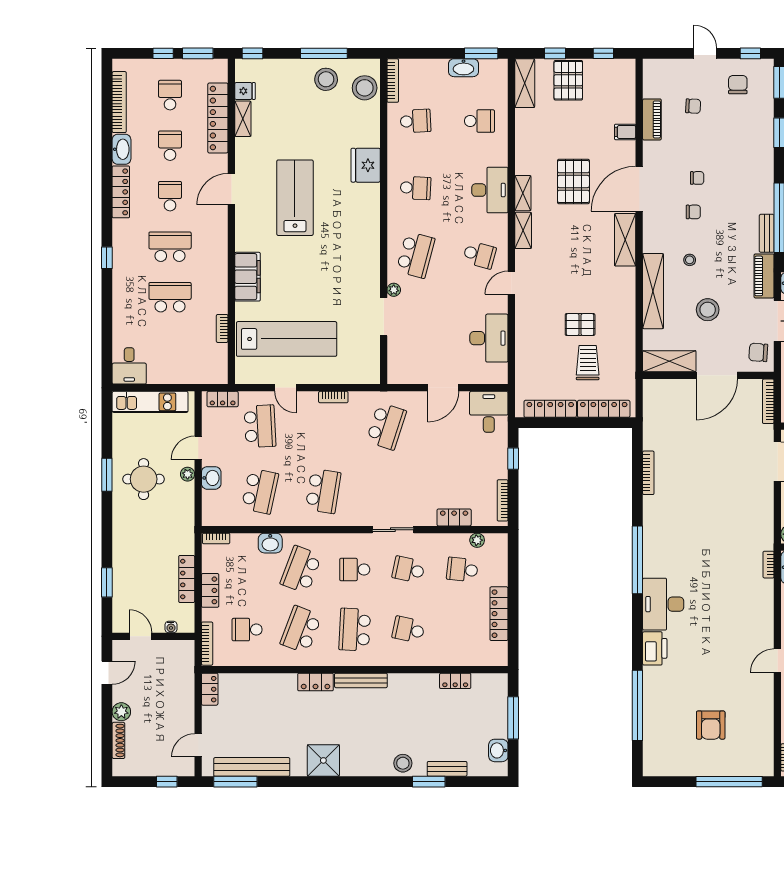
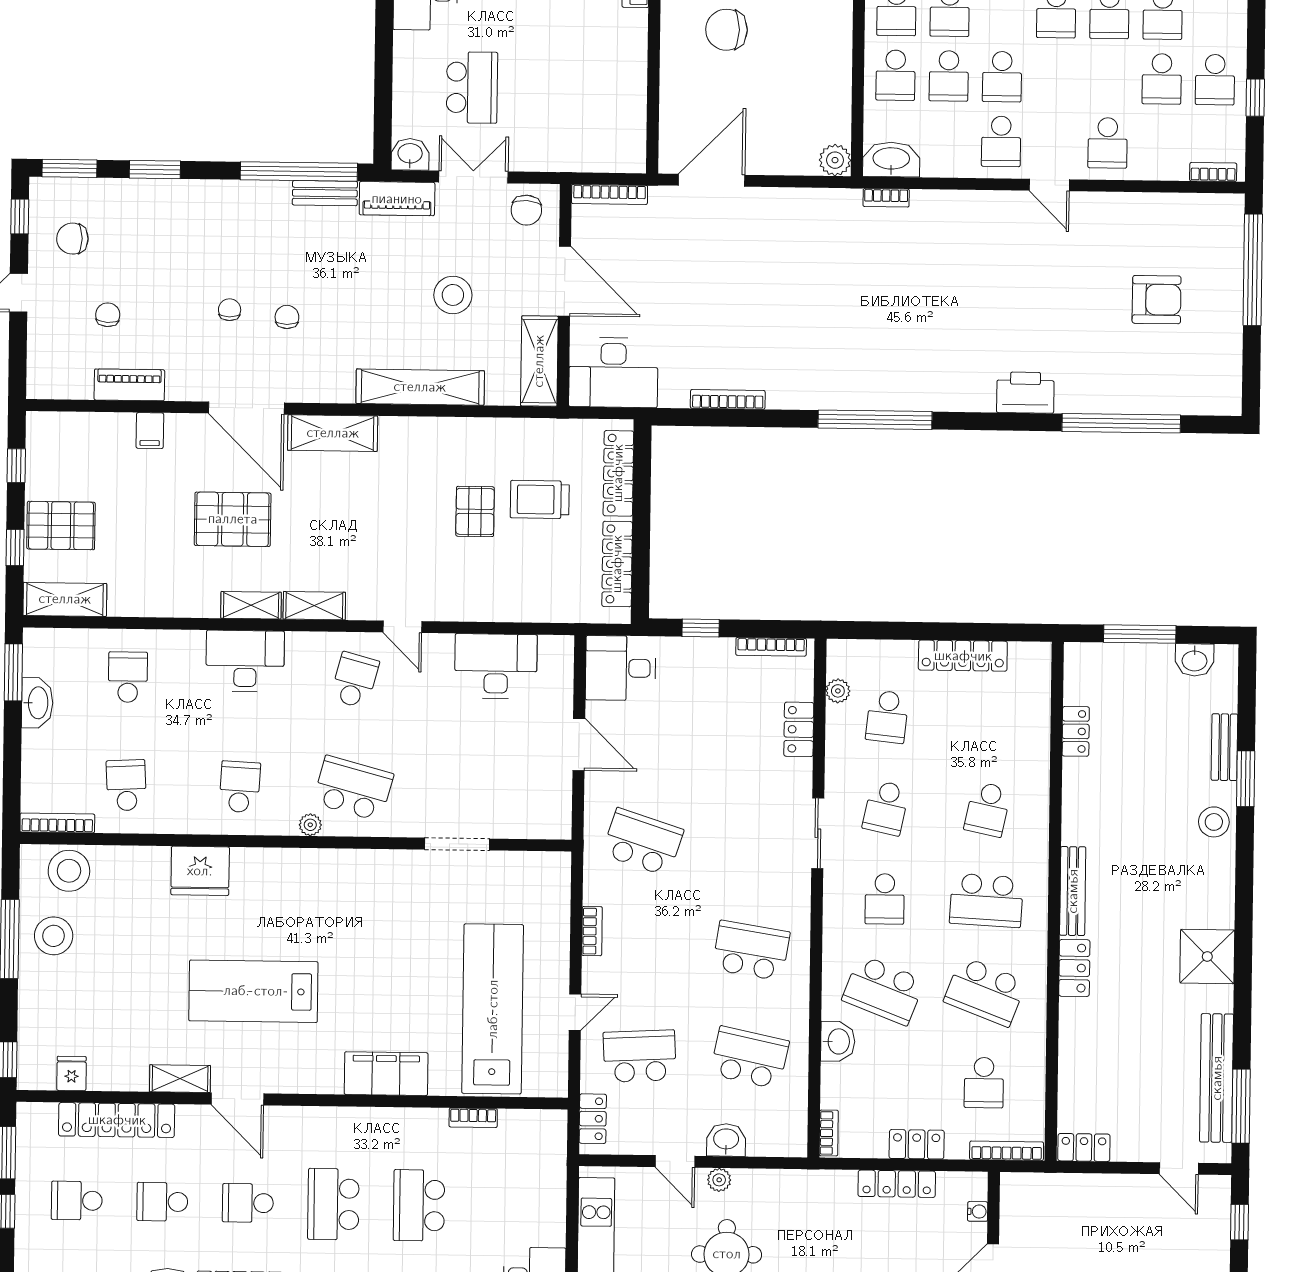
shelving: (243, 119) -> (180, 1079), moved
stool: (690, 260) -> (368, 324), removed
plant: (394, 290) -> (310, 825), moved
desk: (663, 604) -> (613, 373), moved

